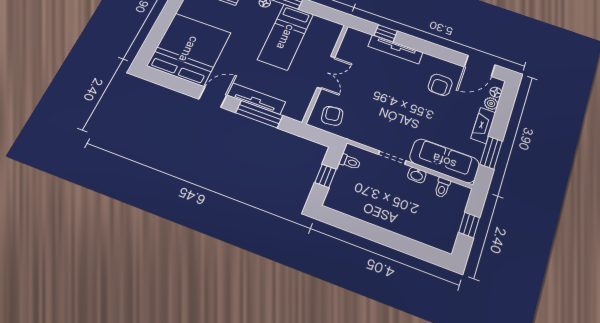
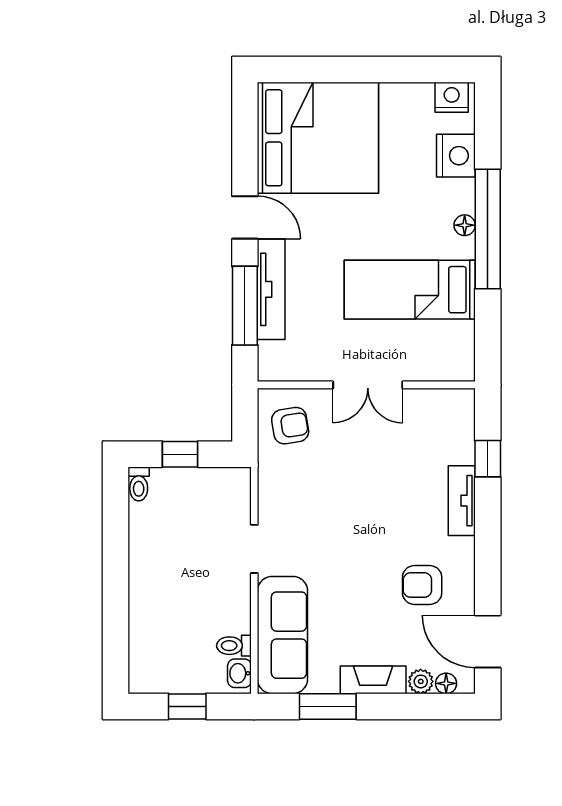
tv unit: (395, 49) -> (462, 501), width x0.71
toilet: (350, 162) -> (139, 484), moved
washbasin: (417, 175) -> (239, 673), moved

